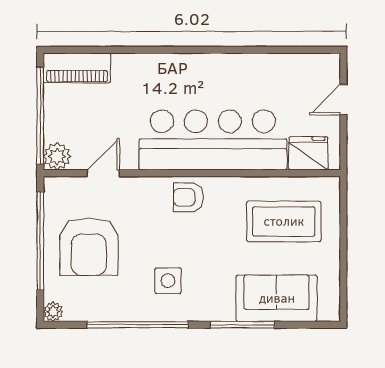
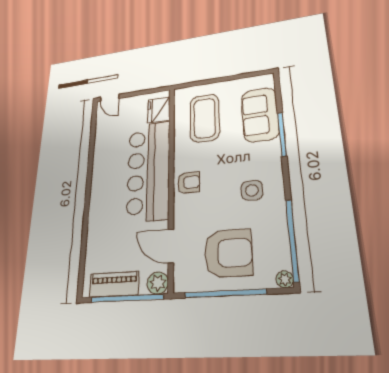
piano: (77, 68) -> (114, 284), moved, turned -90
door: (343, 100) -> (110, 98), moved
door: (103, 173) -> (171, 246), width x1.38
armchair: (188, 197) -> (189, 182), turned -90
window: (138, 325) -> (292, 240), moved

